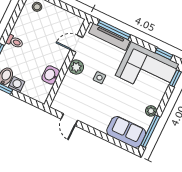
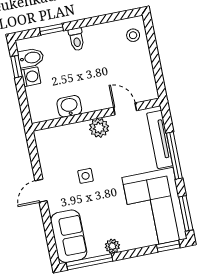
window: (114, 30) -> (174, 156), moved
window: (164, 54) -> (186, 213), width x1.50
side table: (99, 78) -> (86, 176), moved
door: (69, 120) -> (41, 191), moved

